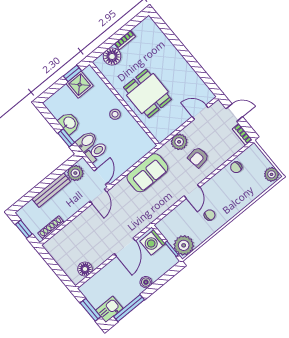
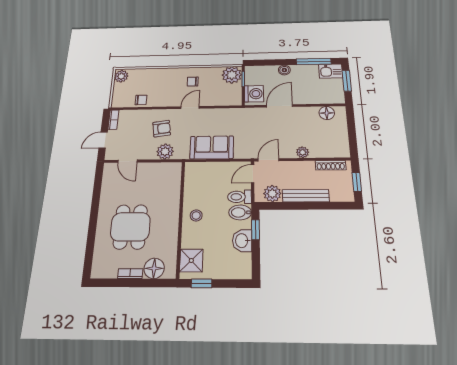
shower: (80, 85) -> (191, 260), moved
dining table: (147, 93) -> (130, 227), moved
door: (234, 113) -> (103, 140), hinge flipped
plant: (78, 222) -> (303, 152), added

